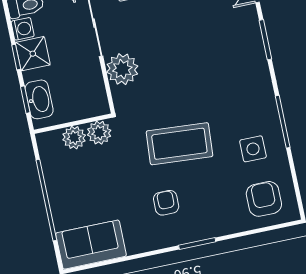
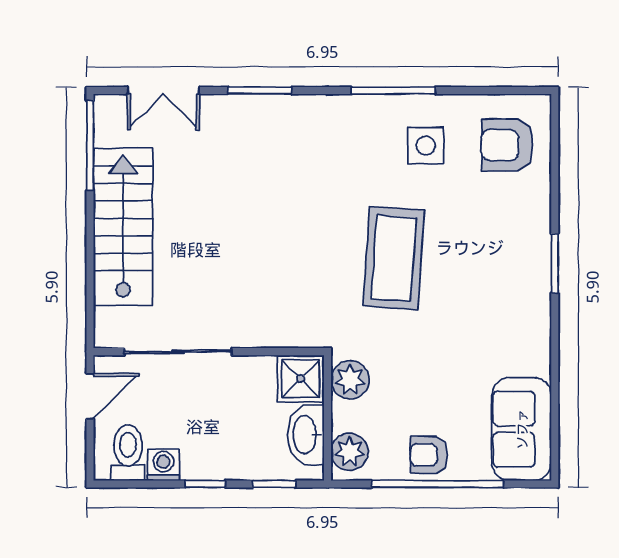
shower: (33, 54) -> (301, 379), moved
plant: (122, 69) -> (259, 323), removed
washbasin: (39, 99) -> (306, 435), moved, turned -90
plant: (74, 138) -> (349, 452), moved
armchair: (166, 203) -> (429, 455), moved

